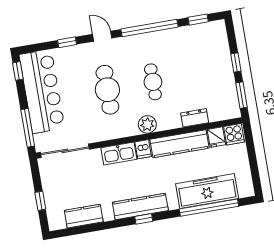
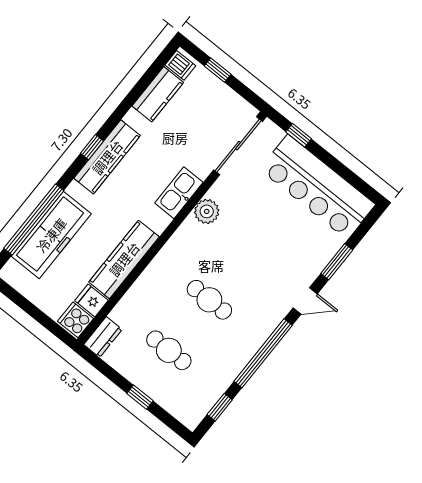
window: (67, 42) -> (337, 262), width x1.50
window: (18, 71) -> (362, 186), removed
cafe table: (107, 90) -> (169, 350), moved, width x0.73, depth x0.74
window: (242, 95) -> (104, 368), removed
dresser: (195, 118) -> (103, 337), moved
plant: (147, 124) -> (207, 211), moved
window: (28, 128) -> (299, 135), width x0.46
dishwasher: (143, 149) -> (180, 65), moved, turned 180

